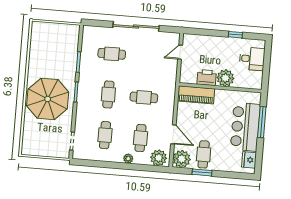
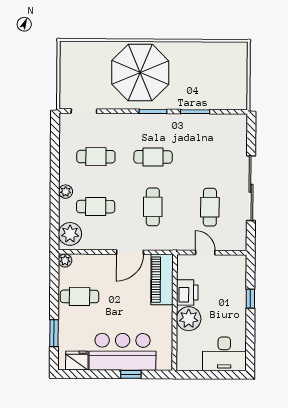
window: (235, 35) -> (250, 299), moved
door: (180, 52) -> (205, 253), moved
cafe table: (112, 54) -> (210, 207), moved
desk: (252, 59) -> (224, 354), width x1.37
window: (262, 122) -> (131, 374), width x0.46
door: (173, 134) -> (130, 252), moved
plant: (182, 159) -> (65, 260), width x0.53, depth x0.53
window: (202, 172) -> (54, 333), moved

